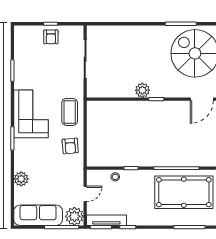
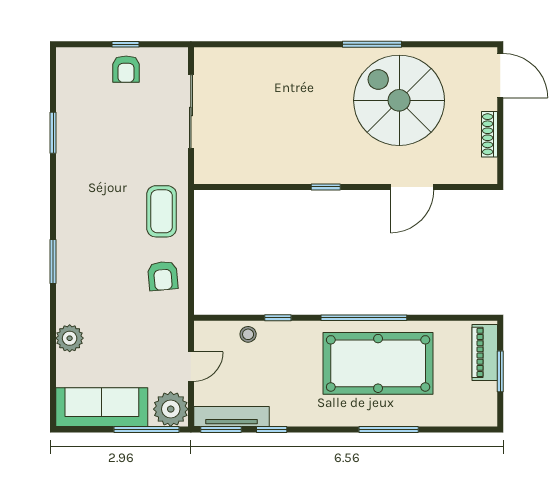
plant: (142, 90) -> (300, 170), removed
corner sofa: (31, 114) -> (88, 215), removed

